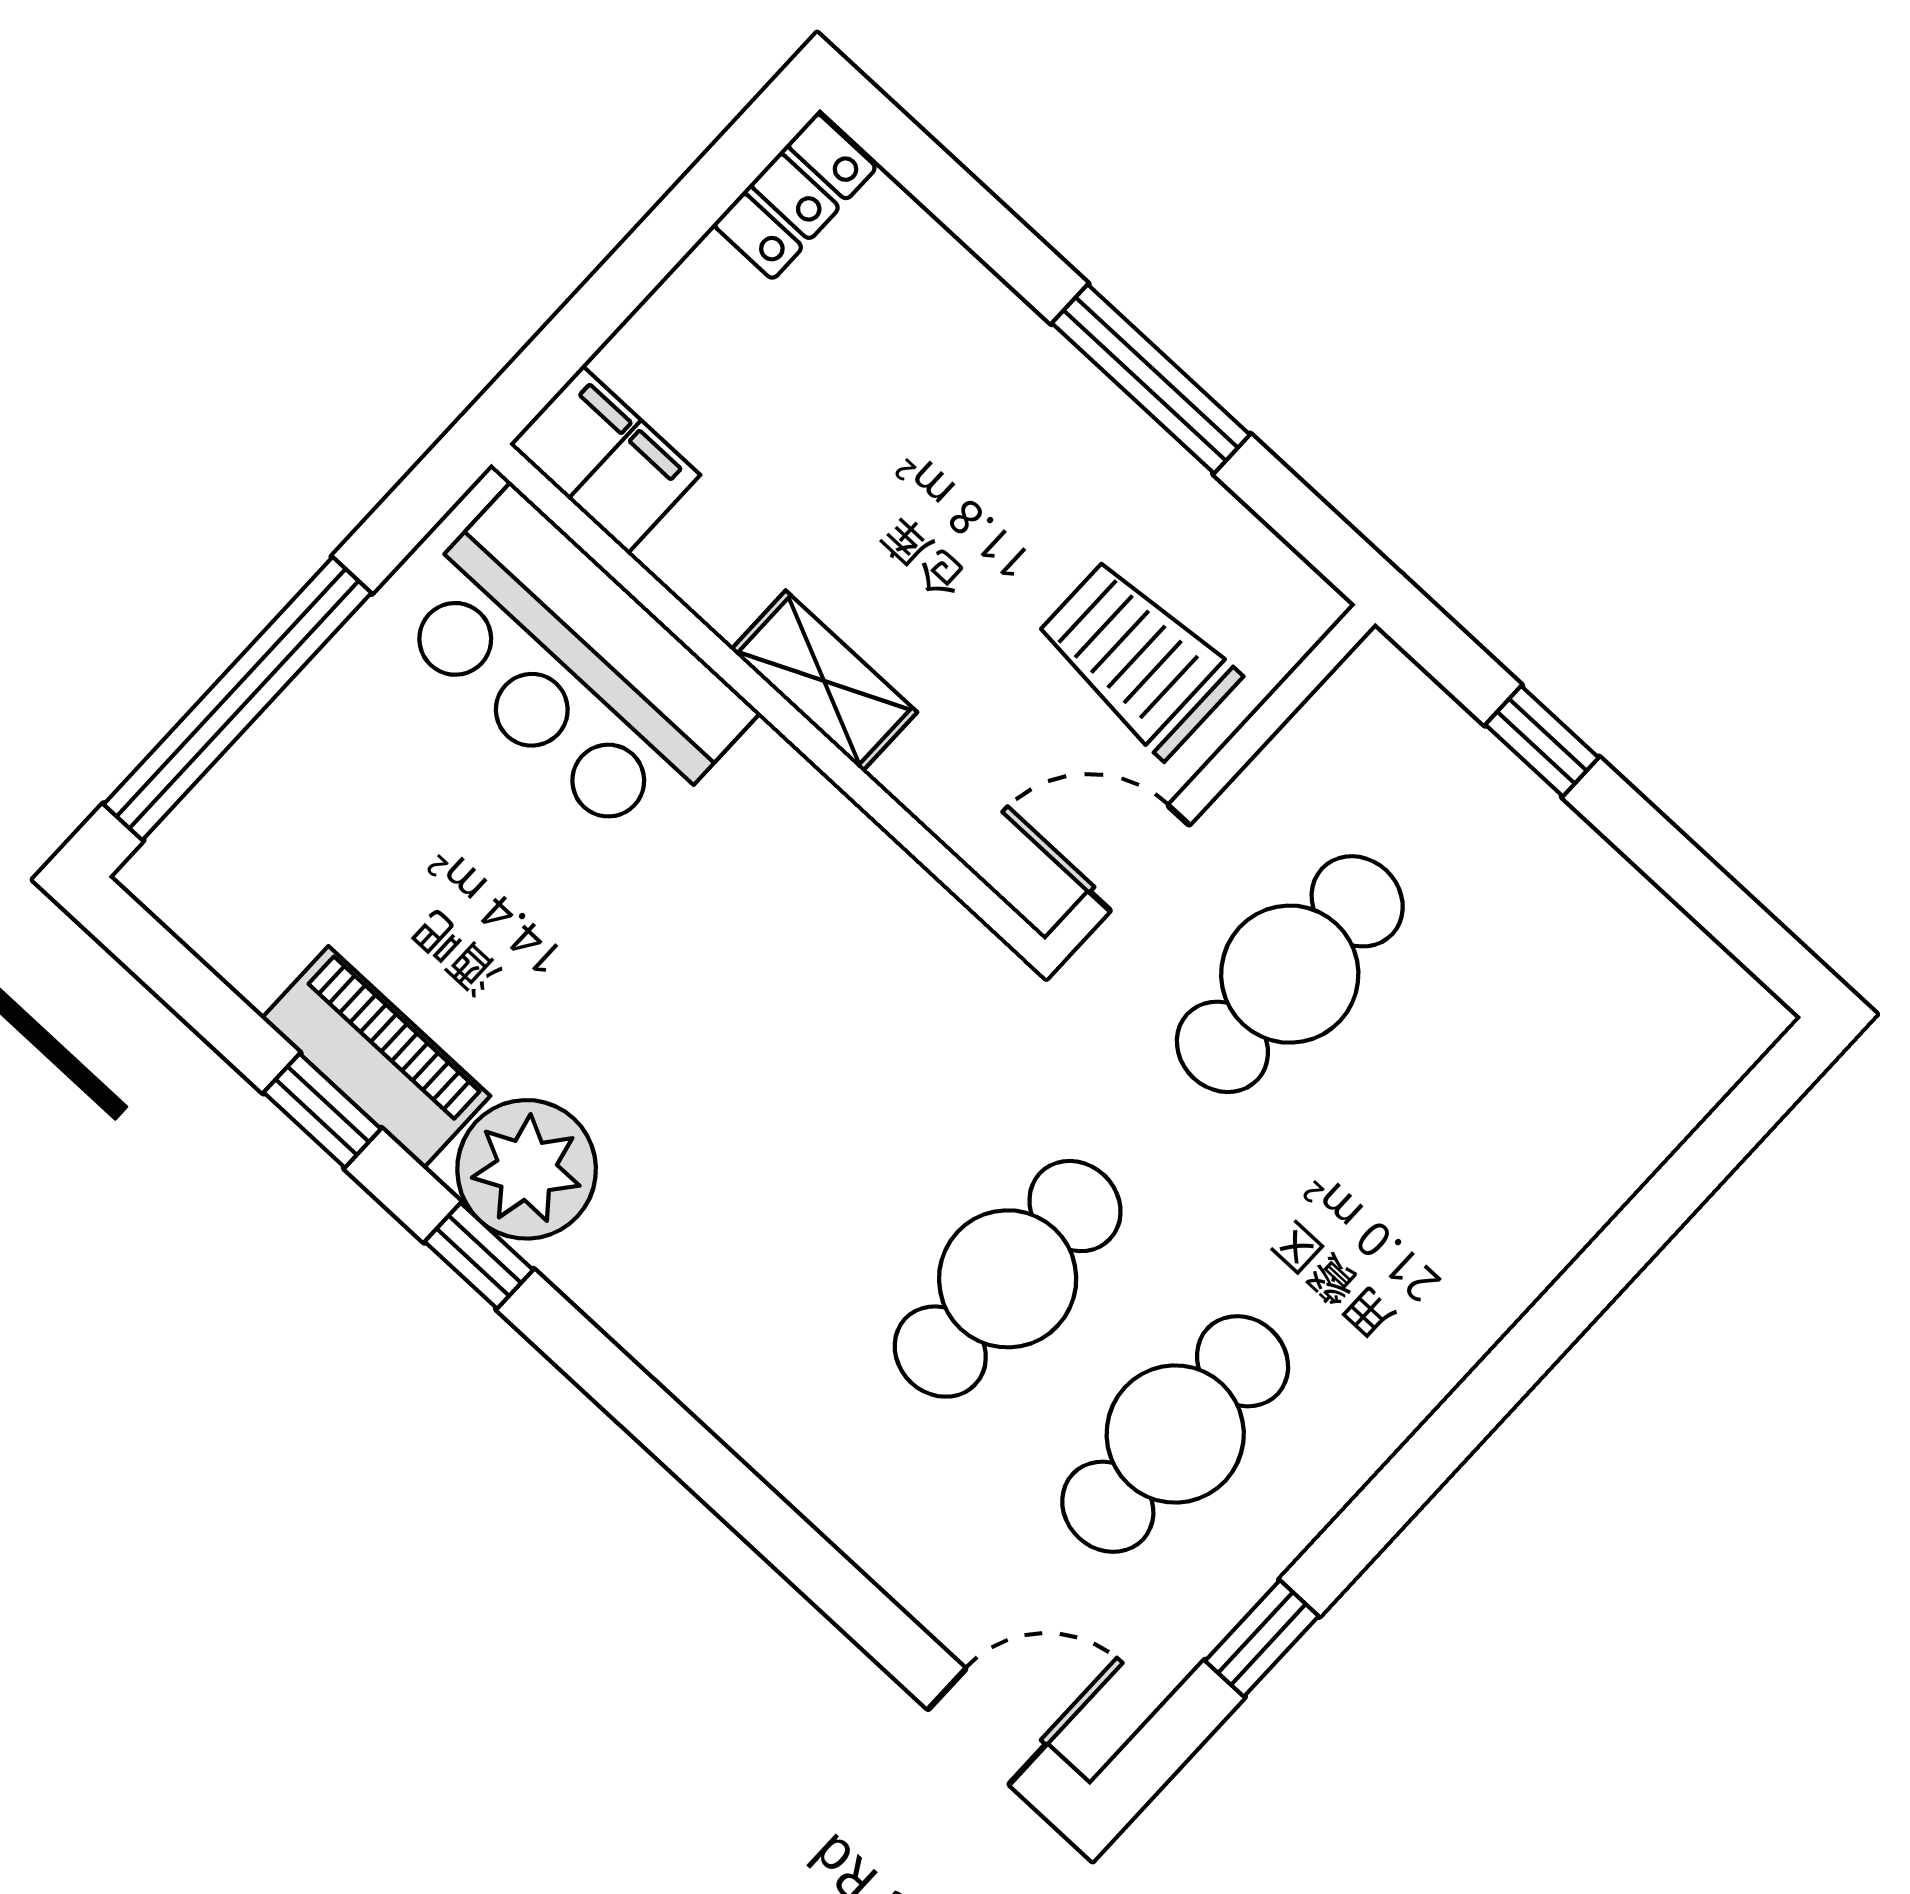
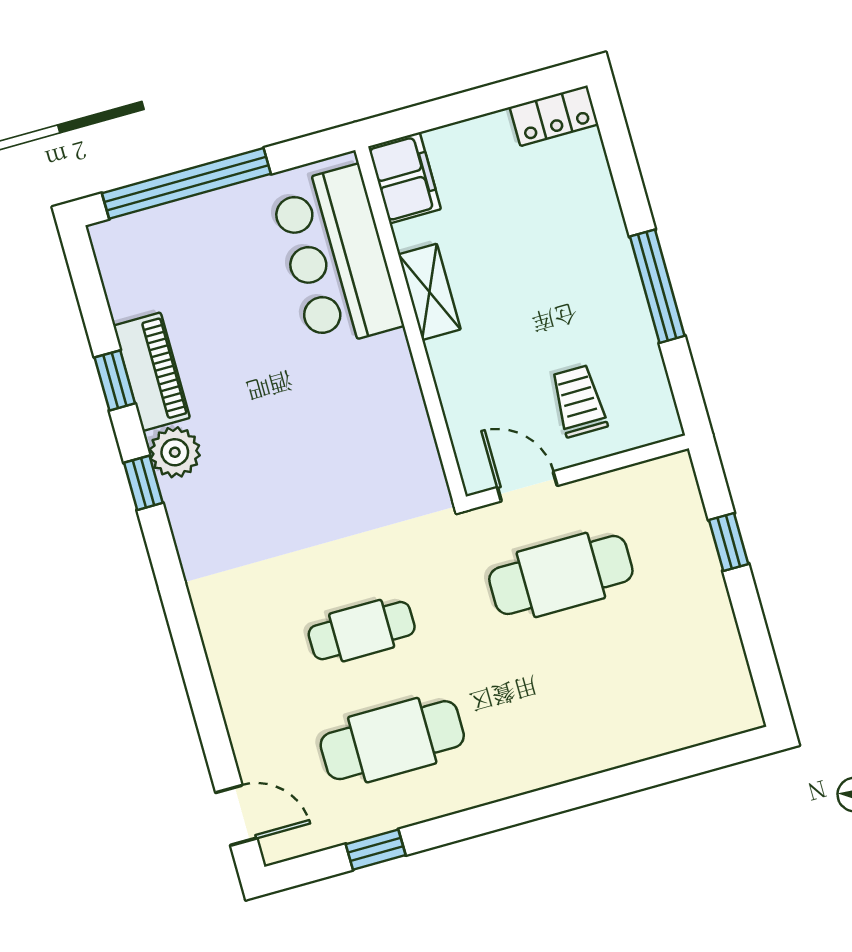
trolley: (1138, 658) -> (579, 401), width x0.73, depth x0.72
shelving: (824, 681) -> (429, 292), moved
plant: (527, 1169) -> (175, 452), width x0.73, depth x0.73
cafe table: (1008, 1279) -> (362, 631), width x0.73, depth x0.74

